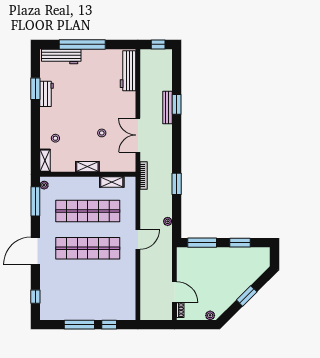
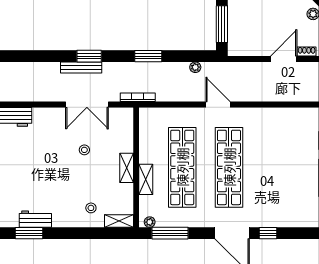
window: (177, 104) -> (89, 56), moved
bench: (167, 107) -> (81, 67), moved
shelving: (112, 182) -> (146, 179), moved
window: (35, 297) -> (268, 233), moved

